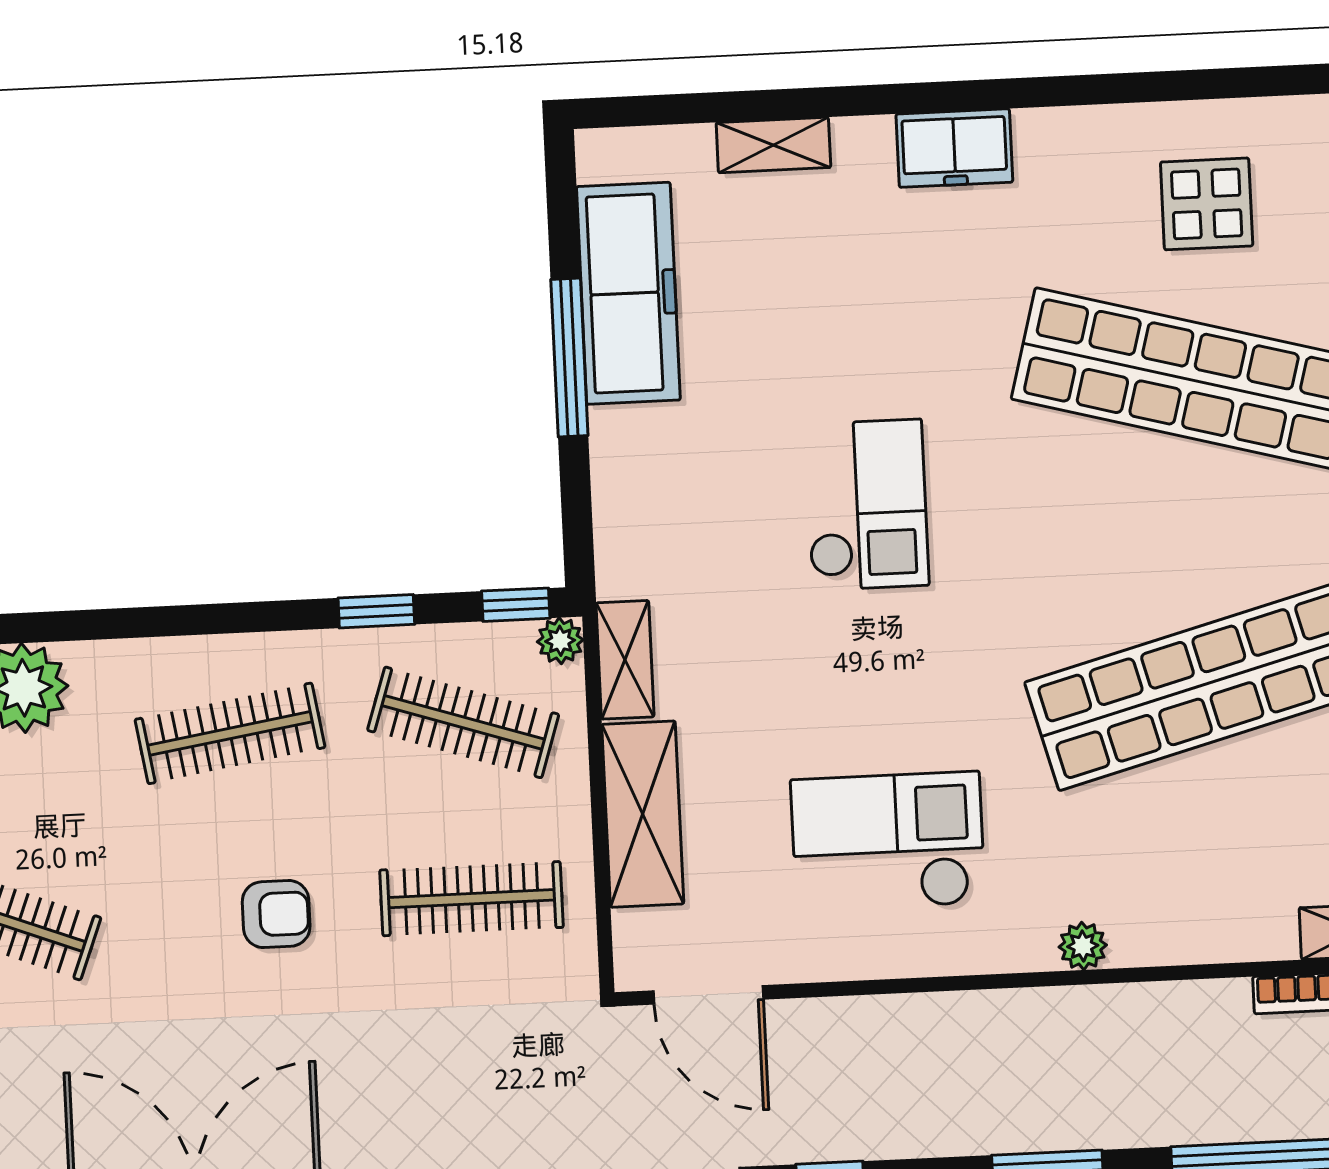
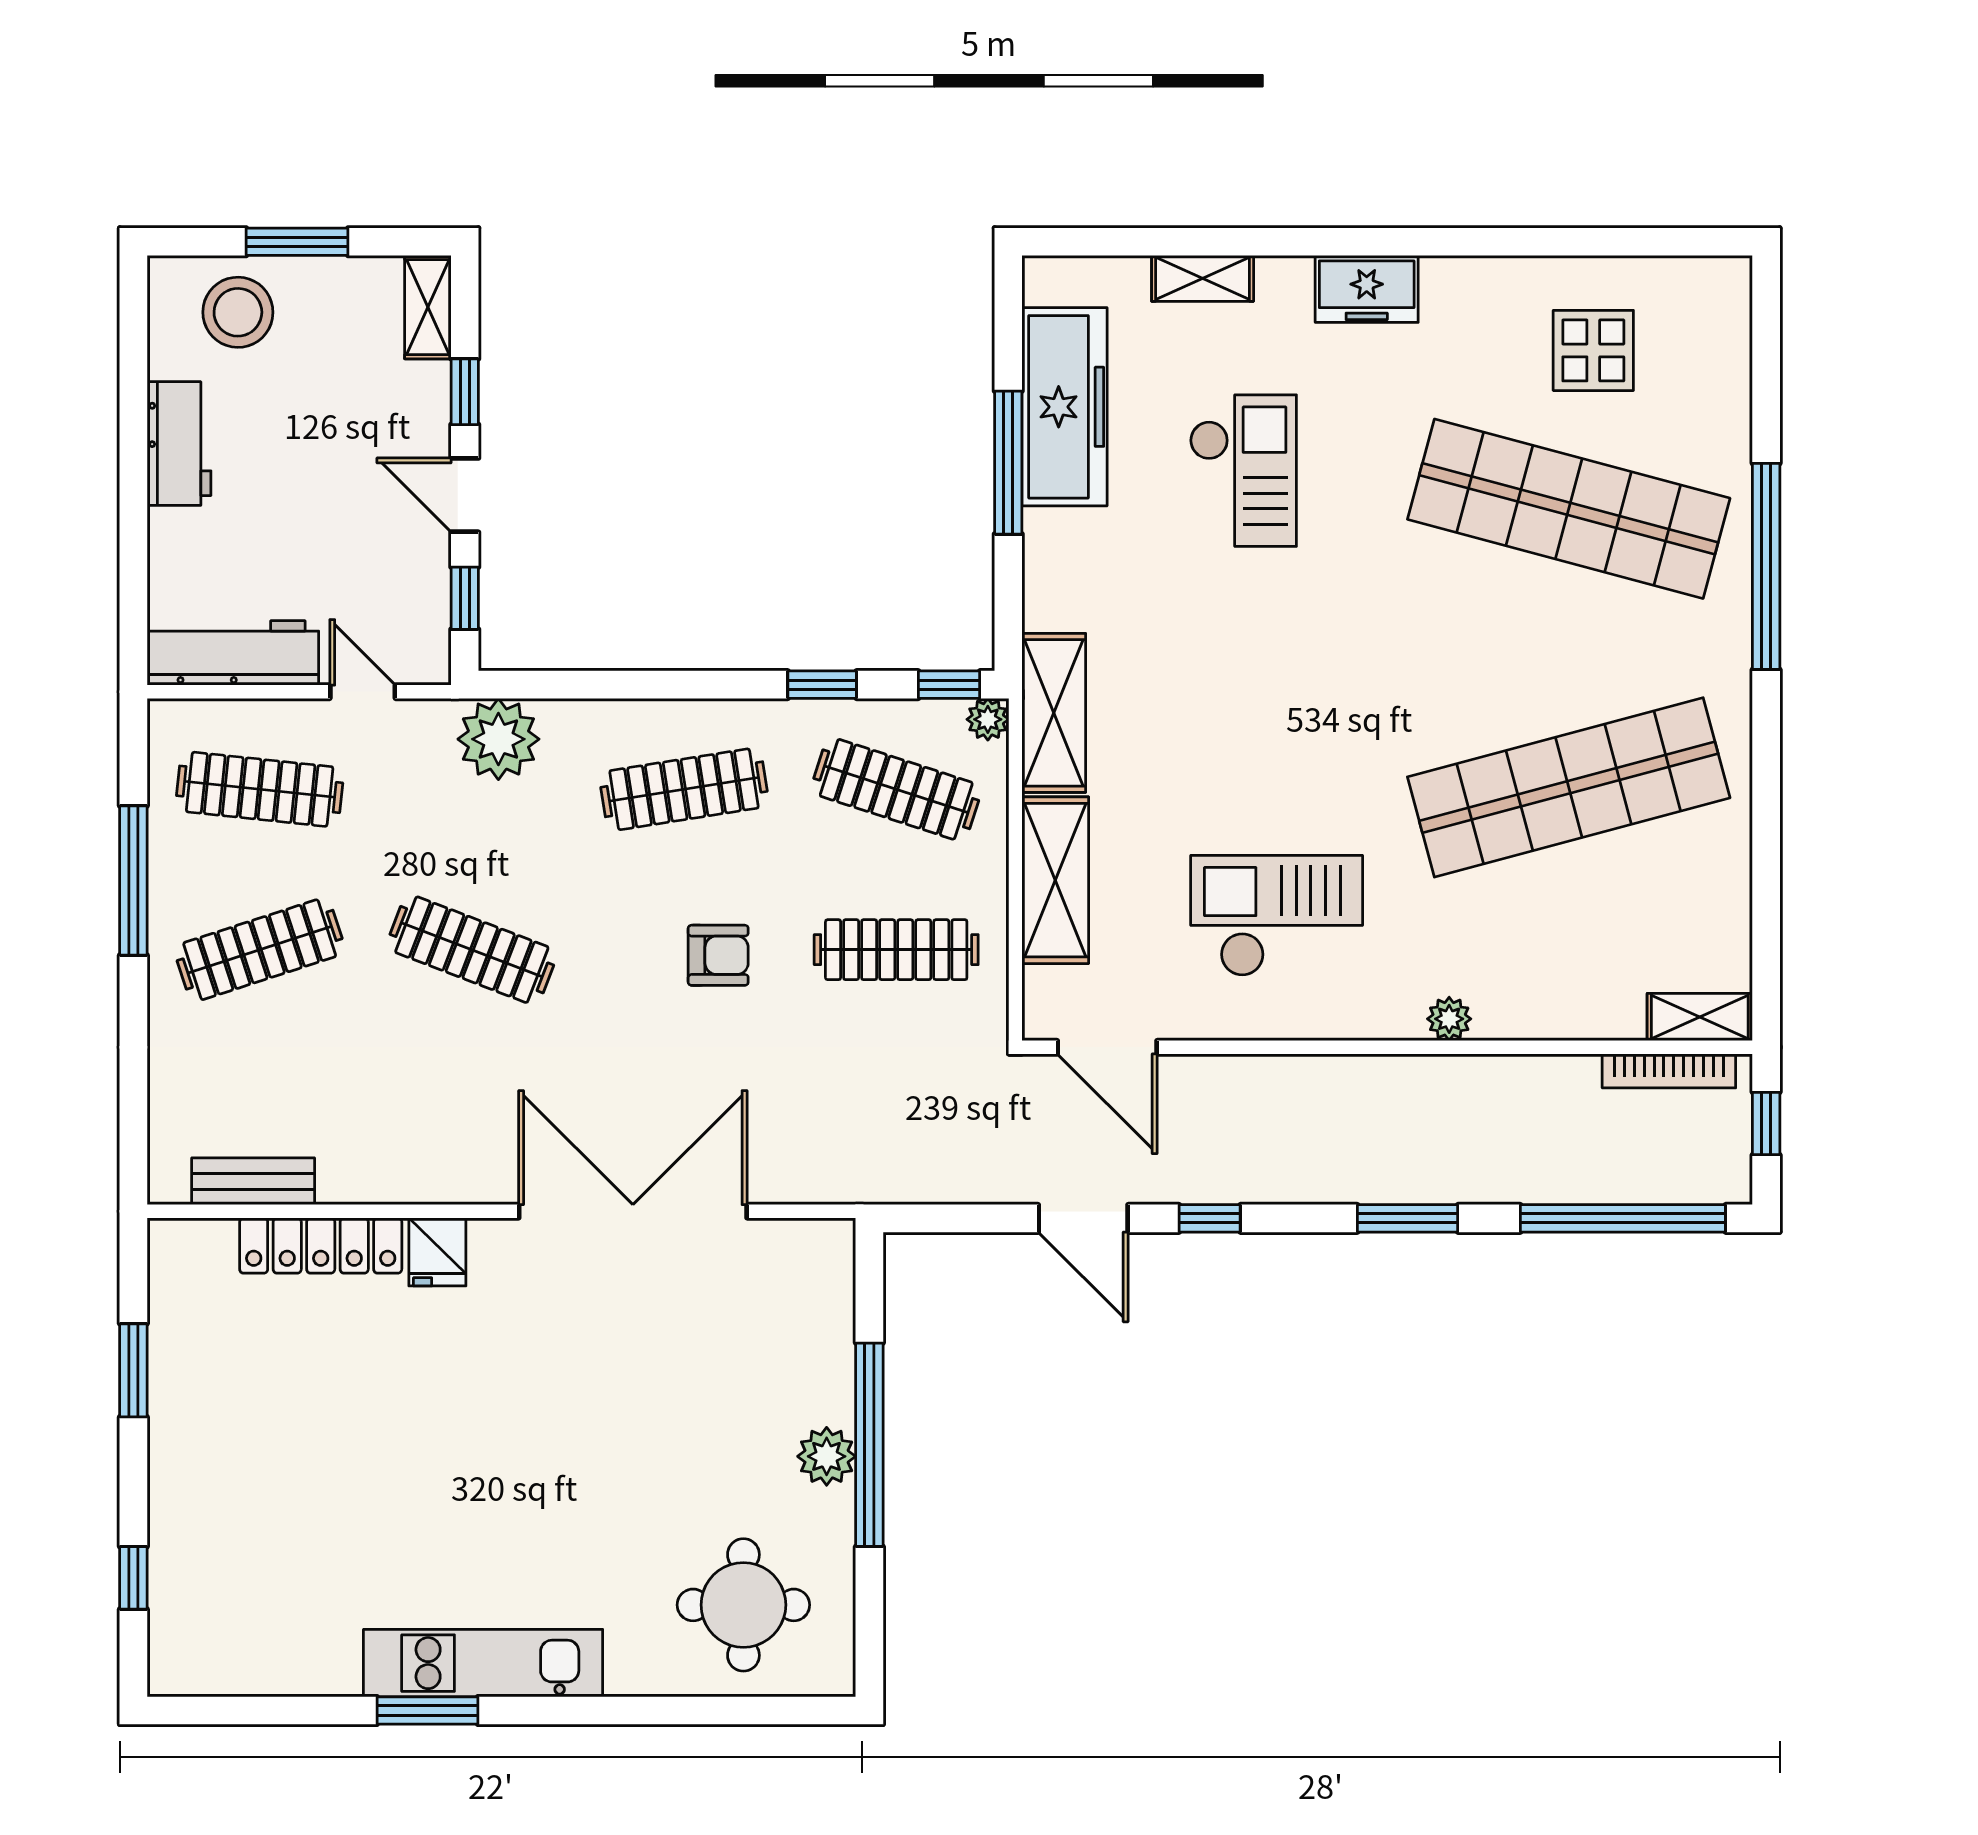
checkout: (867, 505) -> (1243, 471), moved
shelving: (625, 660) -> (1054, 713), width x1.50, depth x1.33

